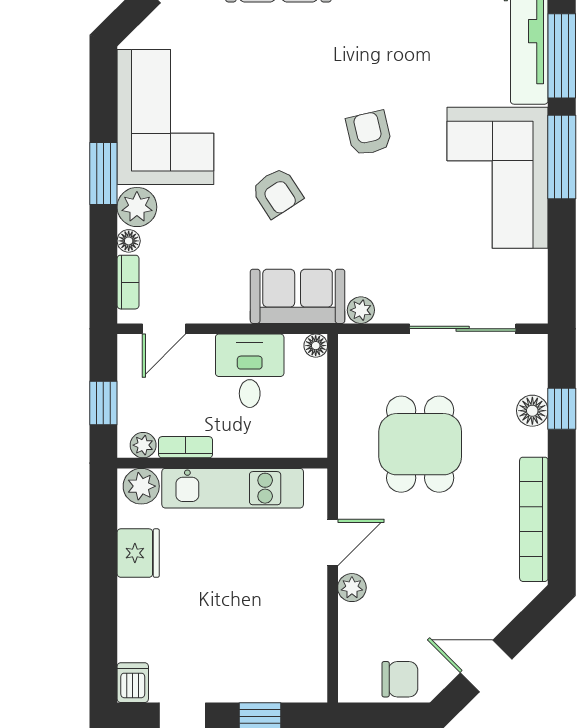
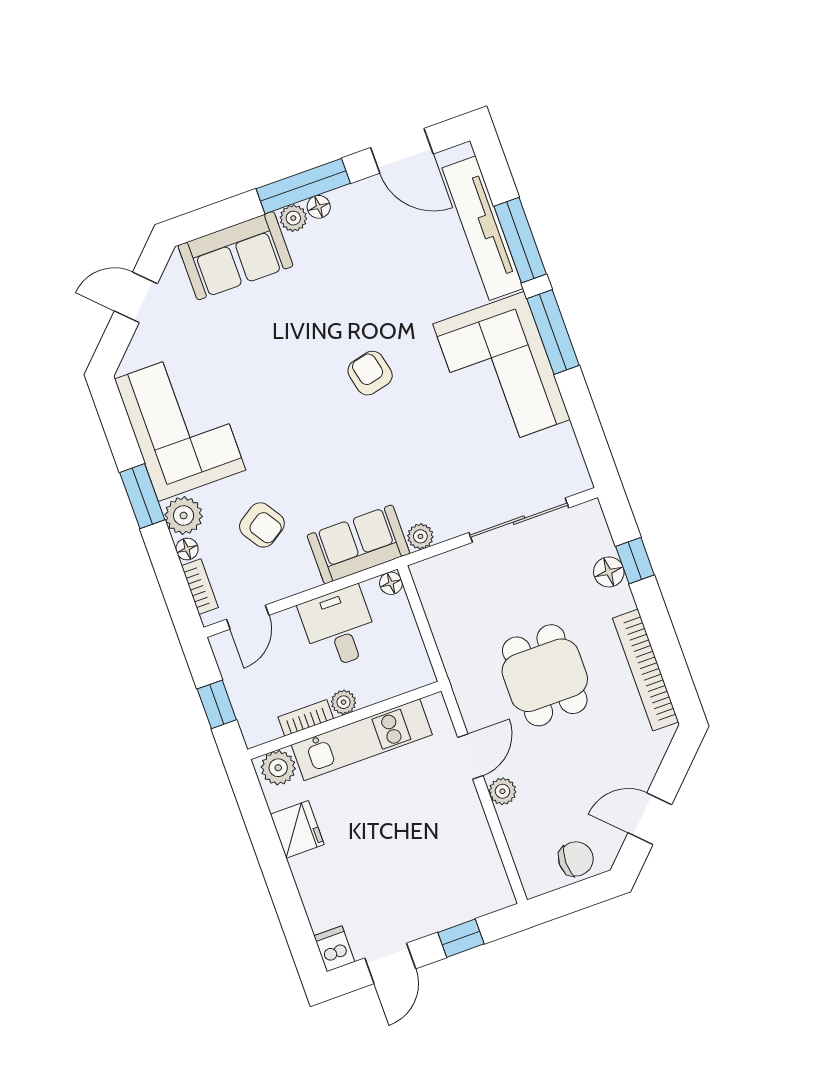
armchair: (277, 193) -> (262, 525), moved
dining table: (420, 444) -> (545, 675), moved
plant: (143, 445) -> (344, 702), moved

